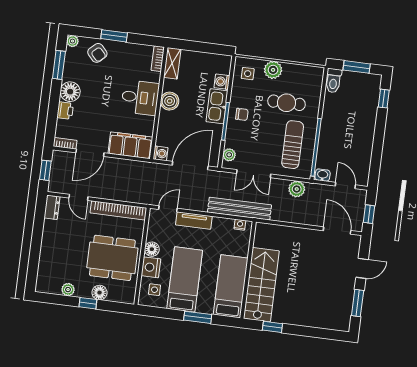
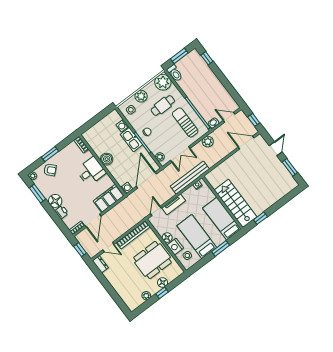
shelving: (172, 63) -> (90, 140), removed
plant: (311, 78) -> (163, 82), added

